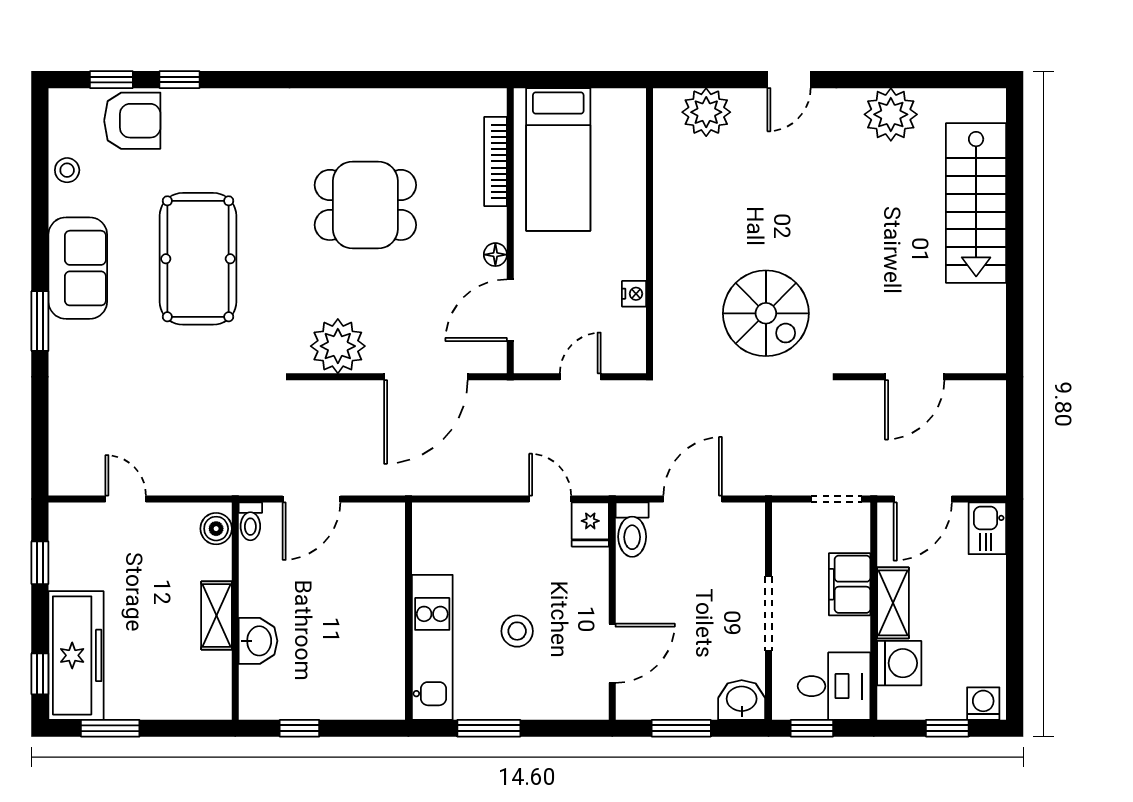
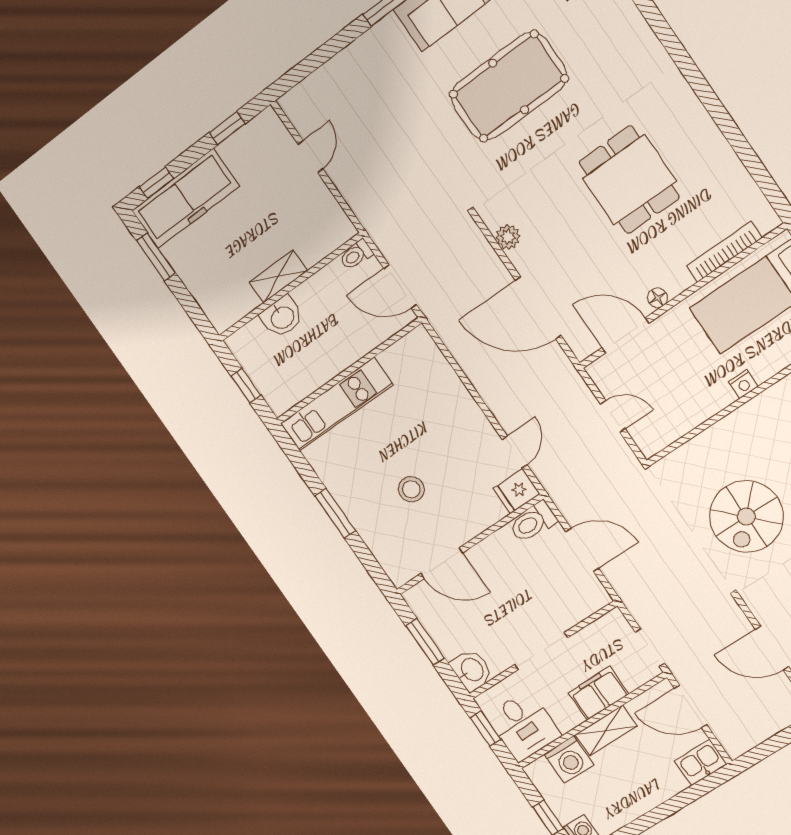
nightstand: (634, 294) -> (743, 384), moved
plant: (338, 346) -> (508, 237), width x0.53, depth x0.53
boiler: (216, 529) -> (335, 234), removed
wall: (408, 611) -> (349, 371), moved
kitchen unit: (432, 647) -> (336, 404), moved

